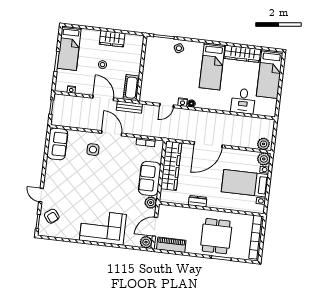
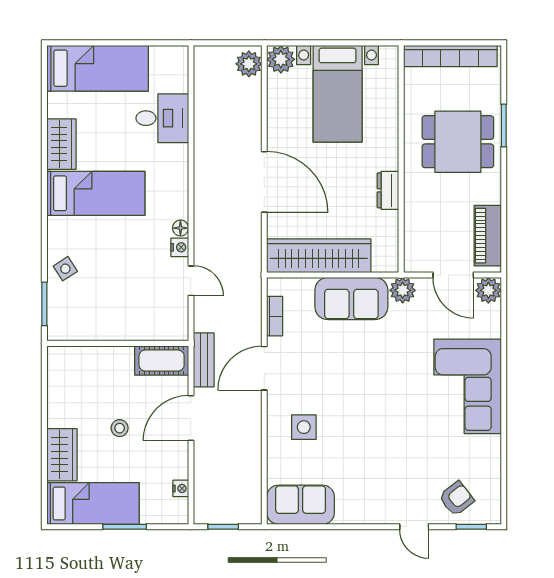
wardrobe: (112, 39) -> (62, 455), moved
wardrobe: (242, 54) -> (61, 144), width x0.67
door: (112, 133) -> (264, 368), moved
door: (41, 195) -> (414, 527), hinge flipped

